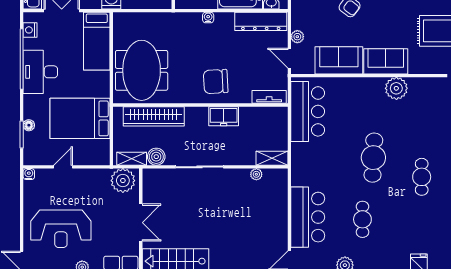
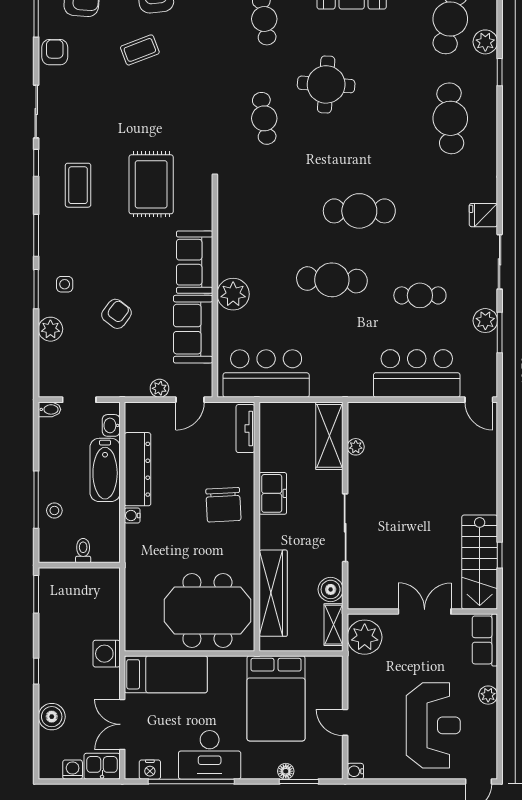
dresser: (261, 21) -> (138, 469), moved
plant: (396, 88) -> (233, 294), moved
shelving: (272, 158) -> (329, 436), width x1.50, depth x1.33
cafe table: (422, 177) -> (359, 211), width x1.37, depth x1.35

